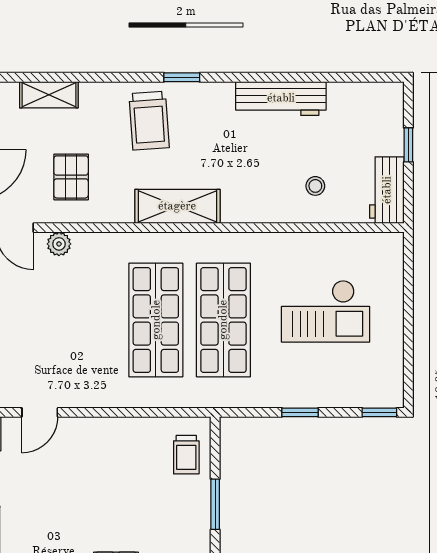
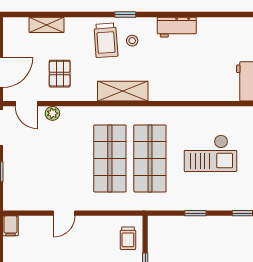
workbench: (281, 98) -> (177, 27), width x0.73
stool: (315, 186) -> (132, 41), moved
door: (40, 412) -> (64, 213), moved

